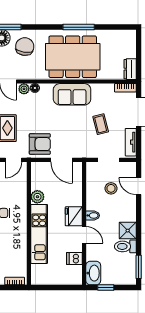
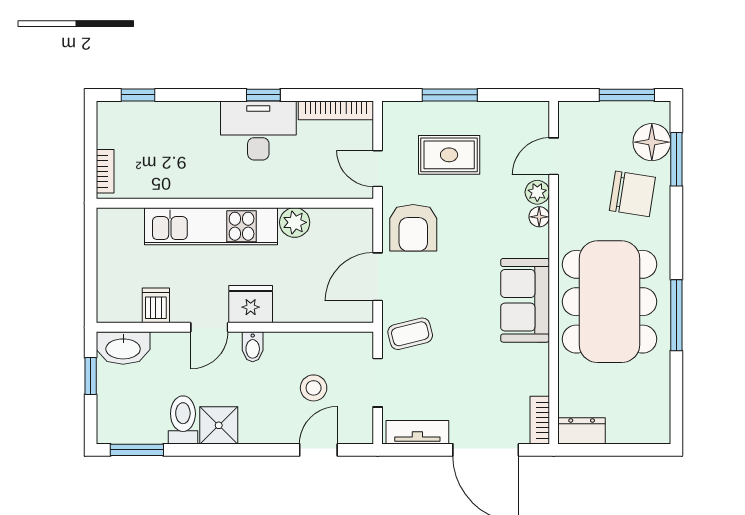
coffee table: (101, 124) -> (410, 334), moved

